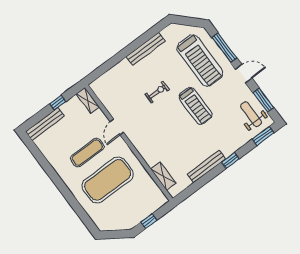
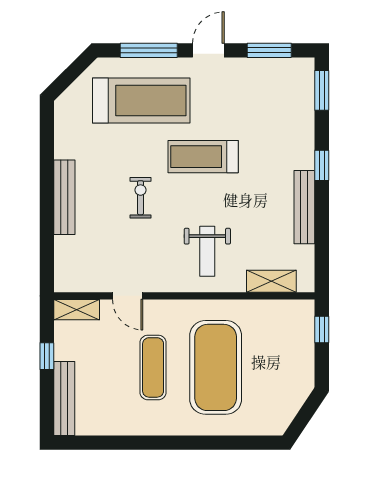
bench: (146, 49) -> (64, 197), moved
treadmill: (196, 106) -> (203, 157), turned 180
weight bench: (251, 114) -> (207, 251), moved, turned -90
door: (117, 127) -> (128, 296), moved
window: (149, 221) -> (322, 330), moved

